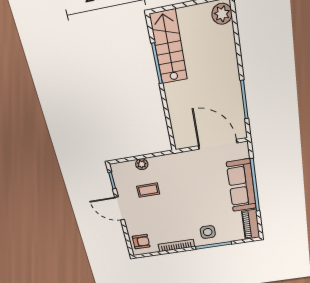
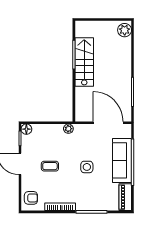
stairs: (169, 47) -> (84, 62), moved
plant: (142, 164) -> (68, 129), moved
floor lamp: (117, 169) -> (26, 129), added
coffee table: (148, 190) -> (50, 166), moved
side table: (208, 232) -> (87, 167), moved

